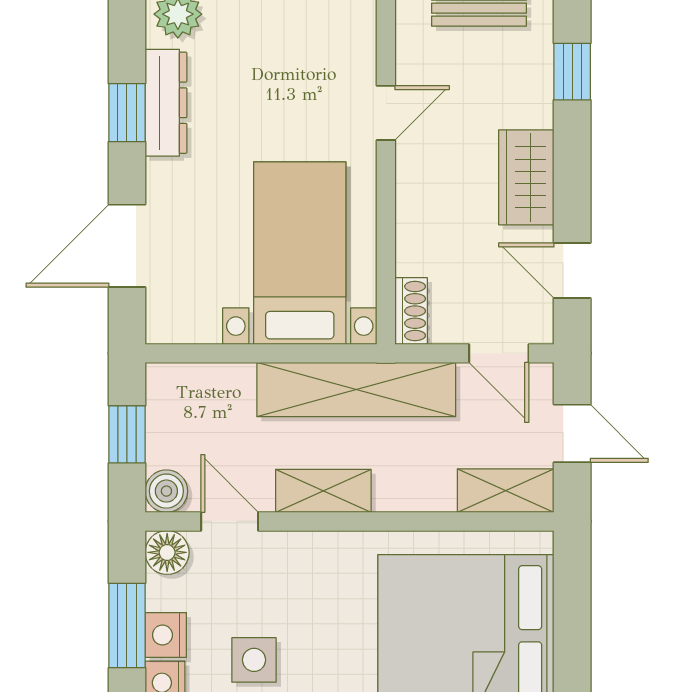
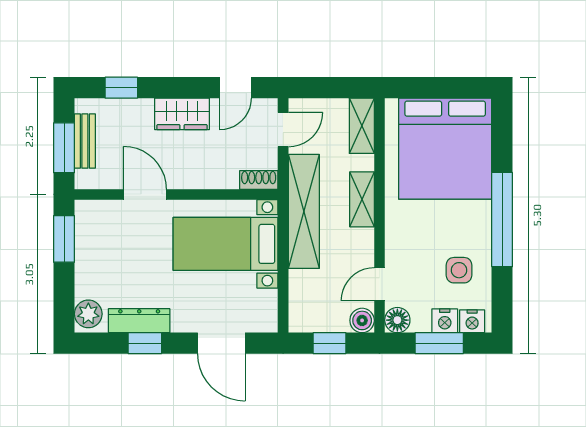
door: (386, 113) -> (145, 194), width x1.38
door: (572, 433) -> (329, 88), removed
shelving: (323, 491) -> (362, 199), moved

